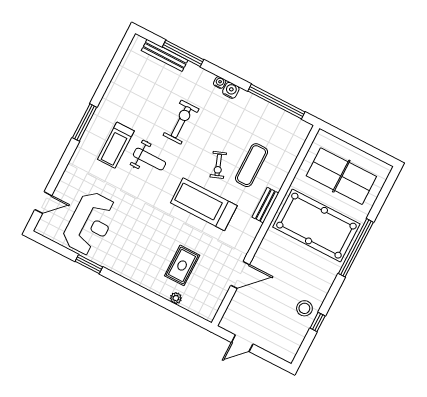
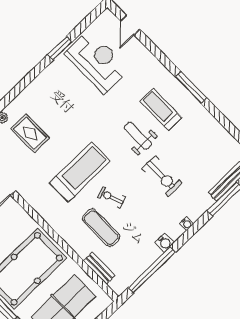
water cooler: (231, 90) -> (165, 243), moved
weight bench: (149, 159) -> (138, 136), turned 90
bench: (265, 205) -> (99, 268), moved
reception desk: (90, 223) -> (97, 62), turned 180

